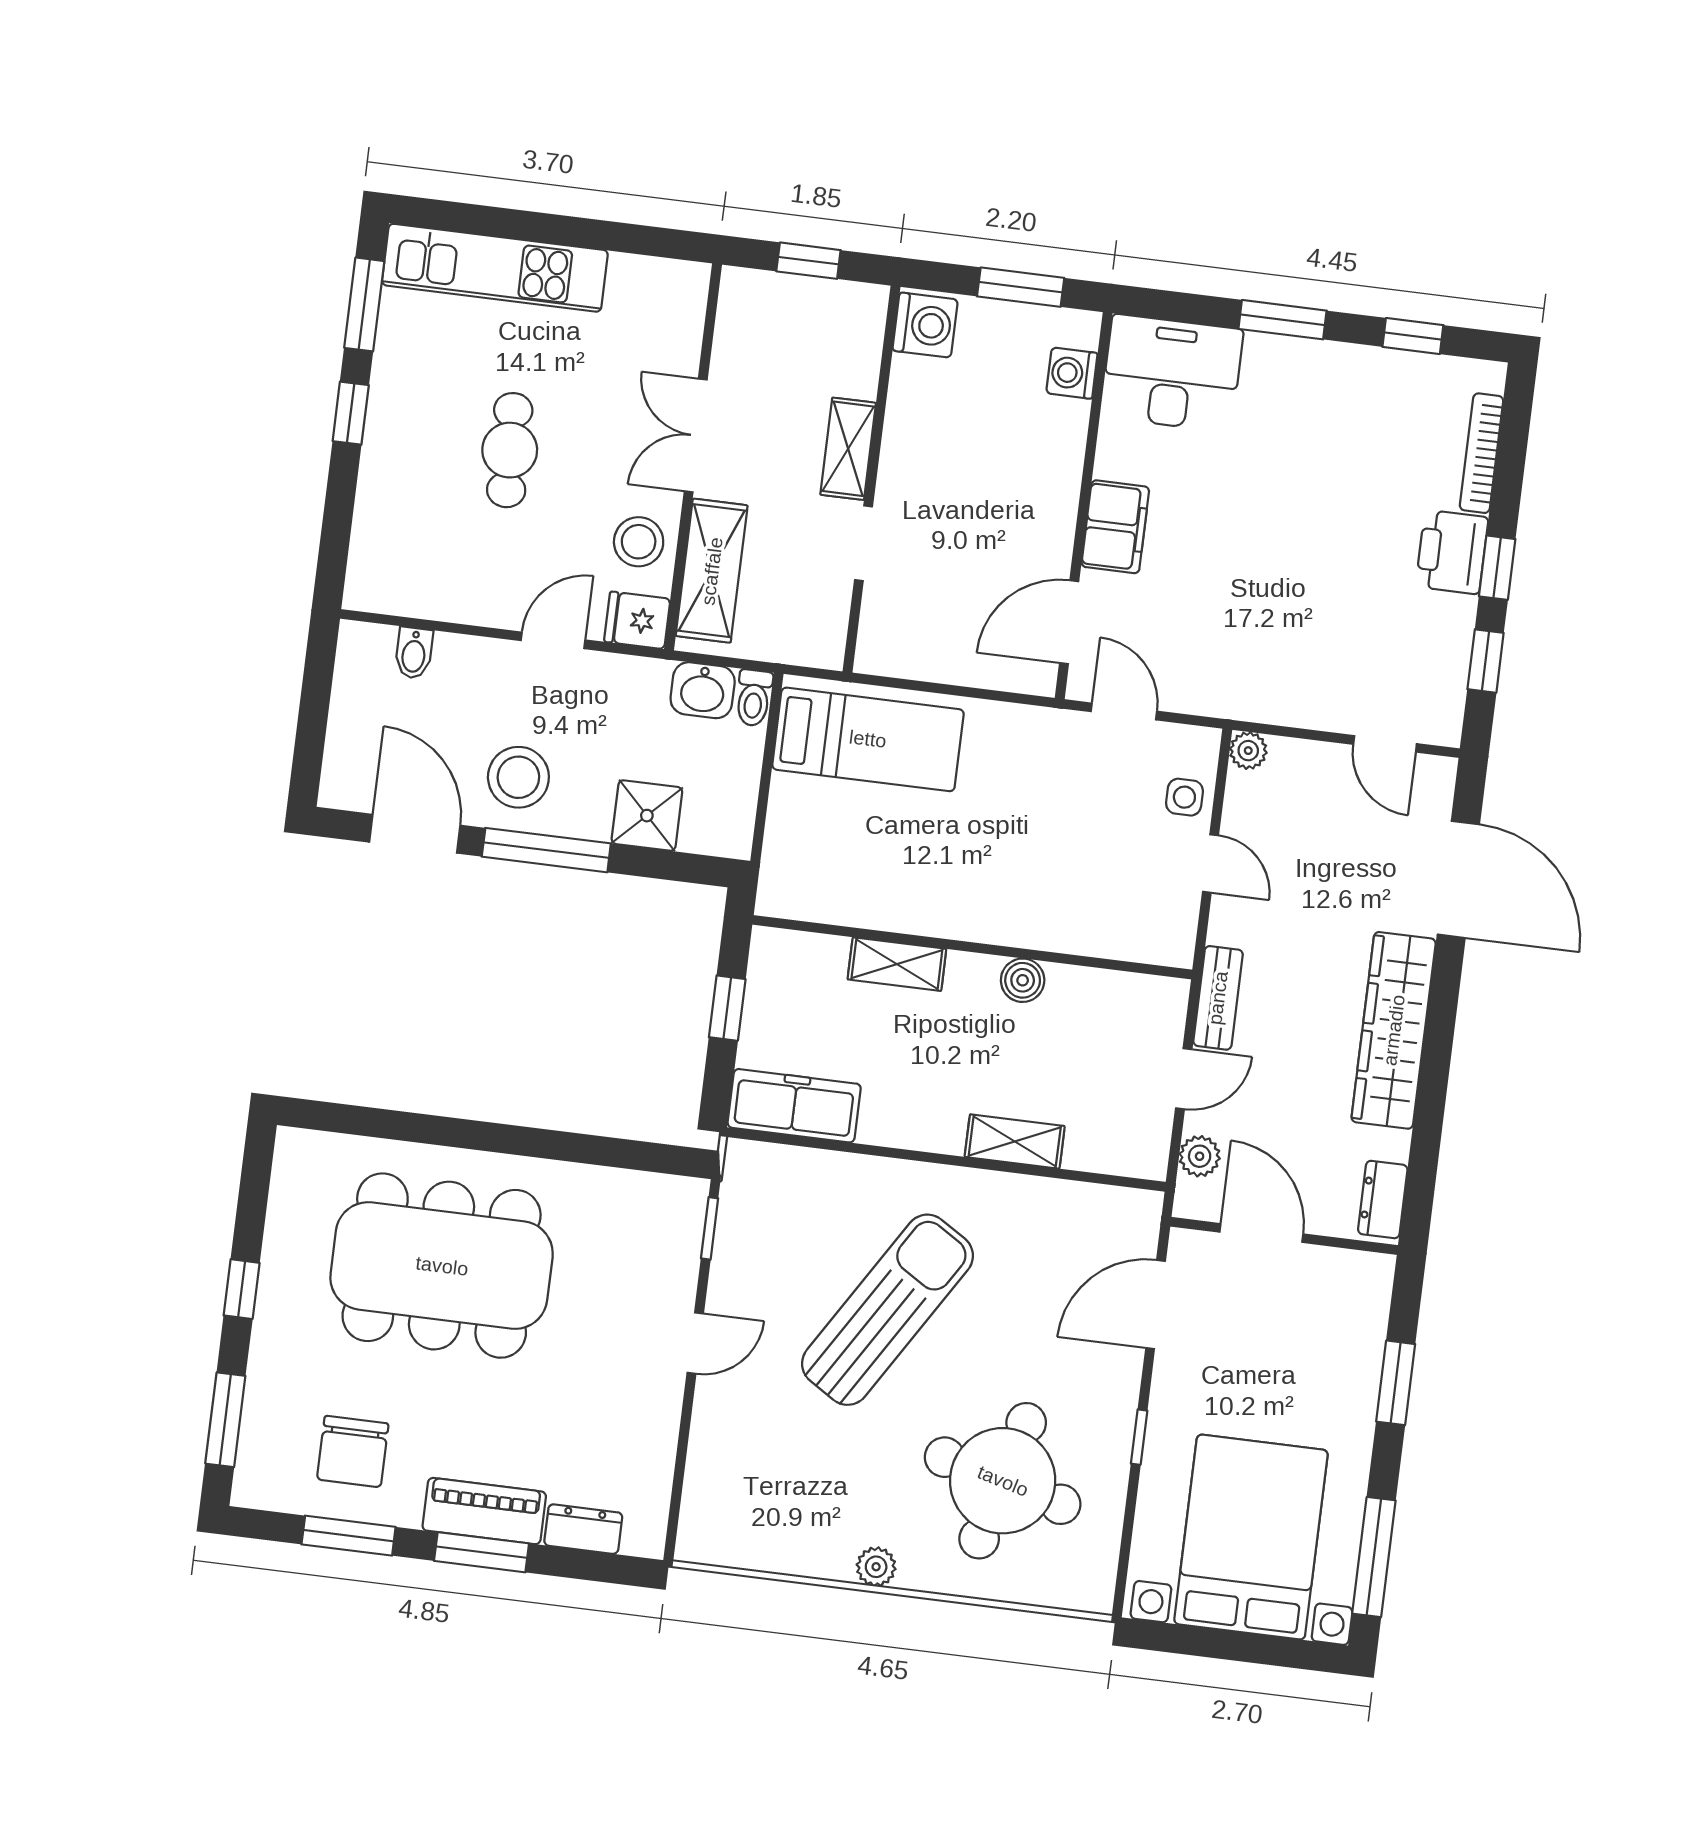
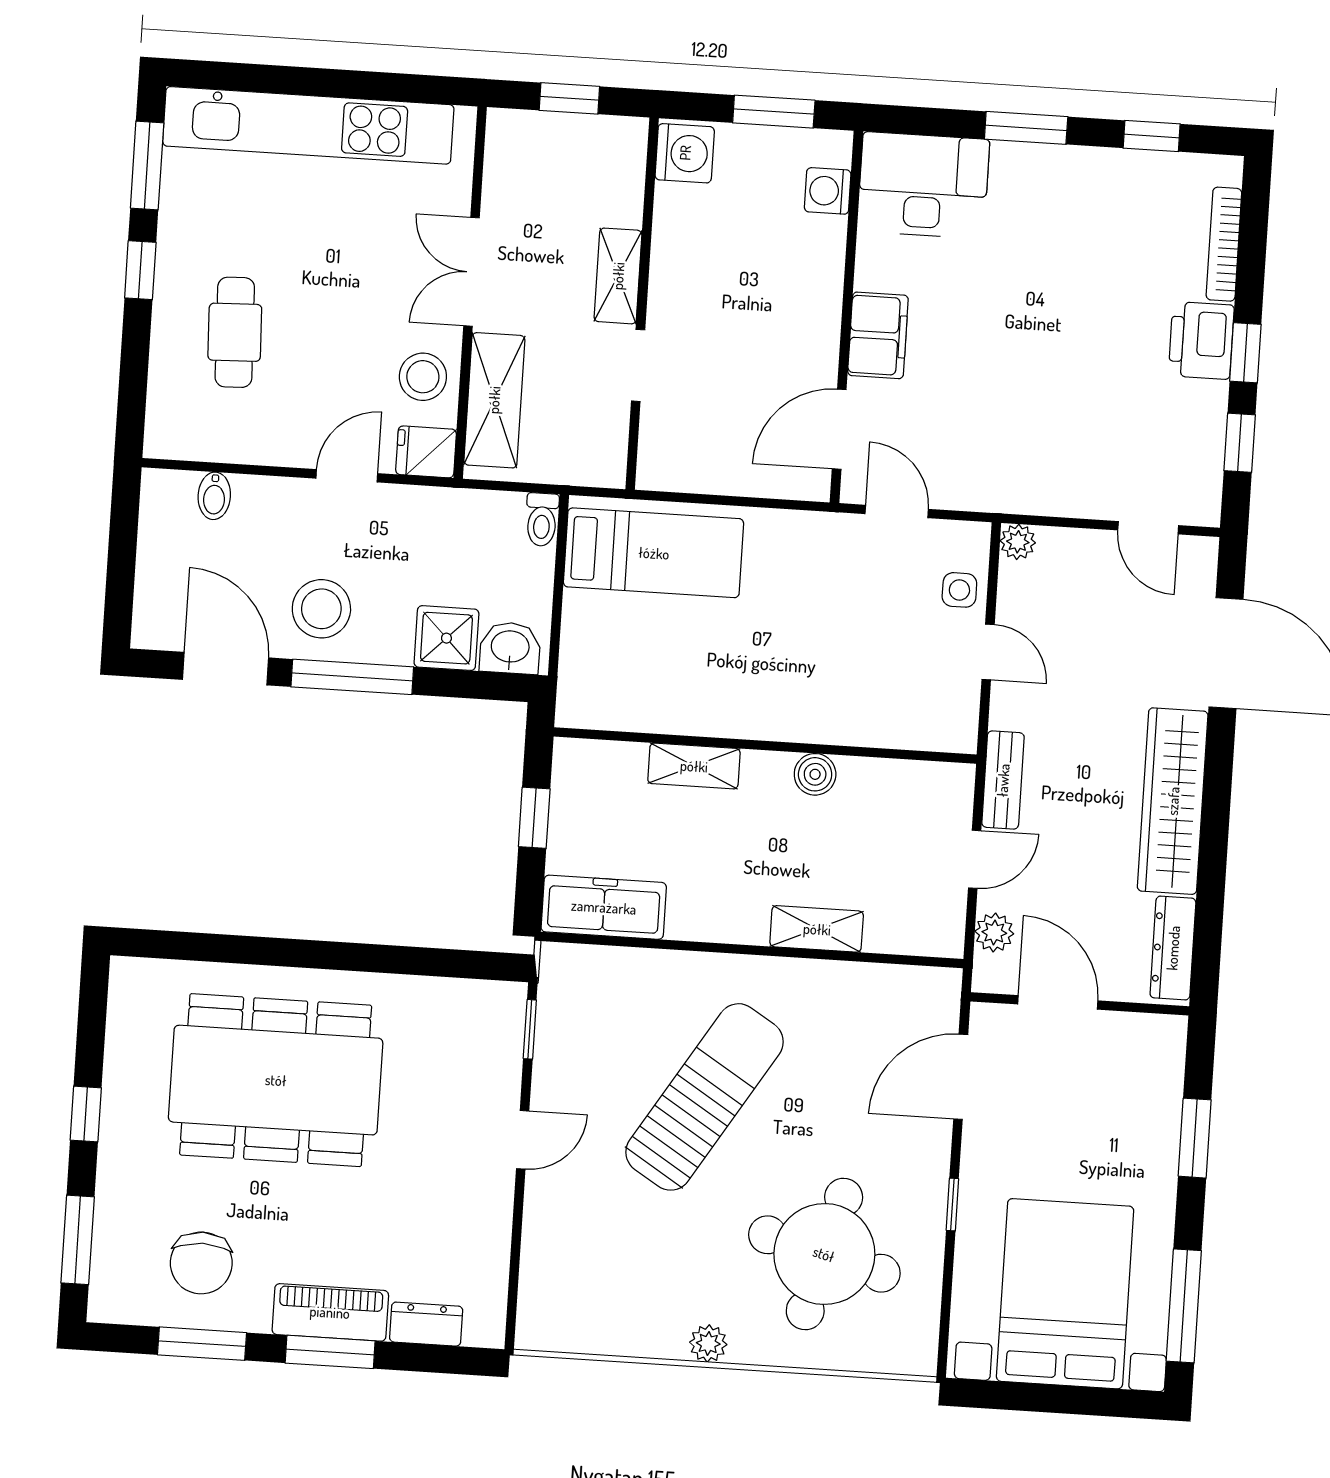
kitchen unit: (495, 268) -> (308, 125), width x1.36
cafe table: (510, 450) -> (235, 332), moved
washbasin: (703, 690) -> (510, 648), moved, turned 180
dresser: (1383, 1200) -> (1173, 948), width x1.44

